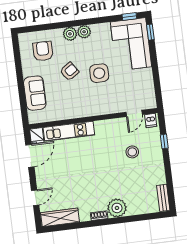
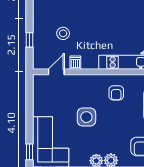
armchair: (69, 71) -> (116, 93), moved, turned -56
dishwasher: (151, 120) -> (75, 63), moved

